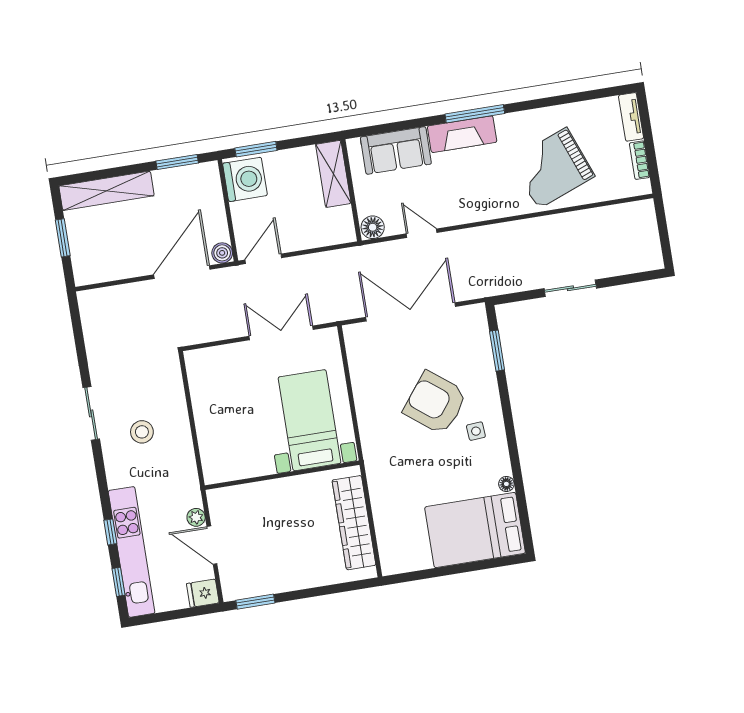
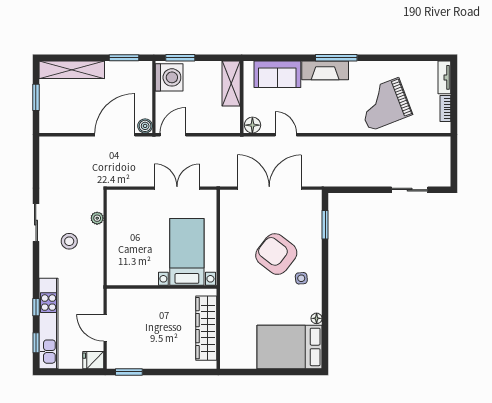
sliding door: (570, 288) -> (410, 190), moved
plant: (196, 517) -> (97, 218), moved

